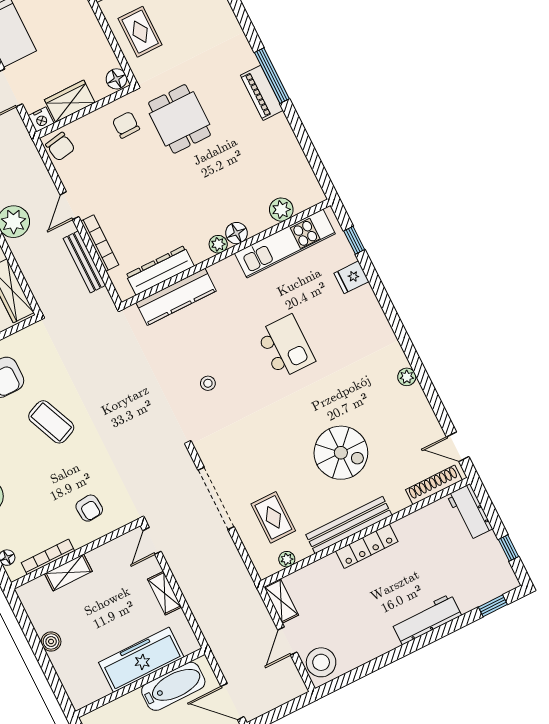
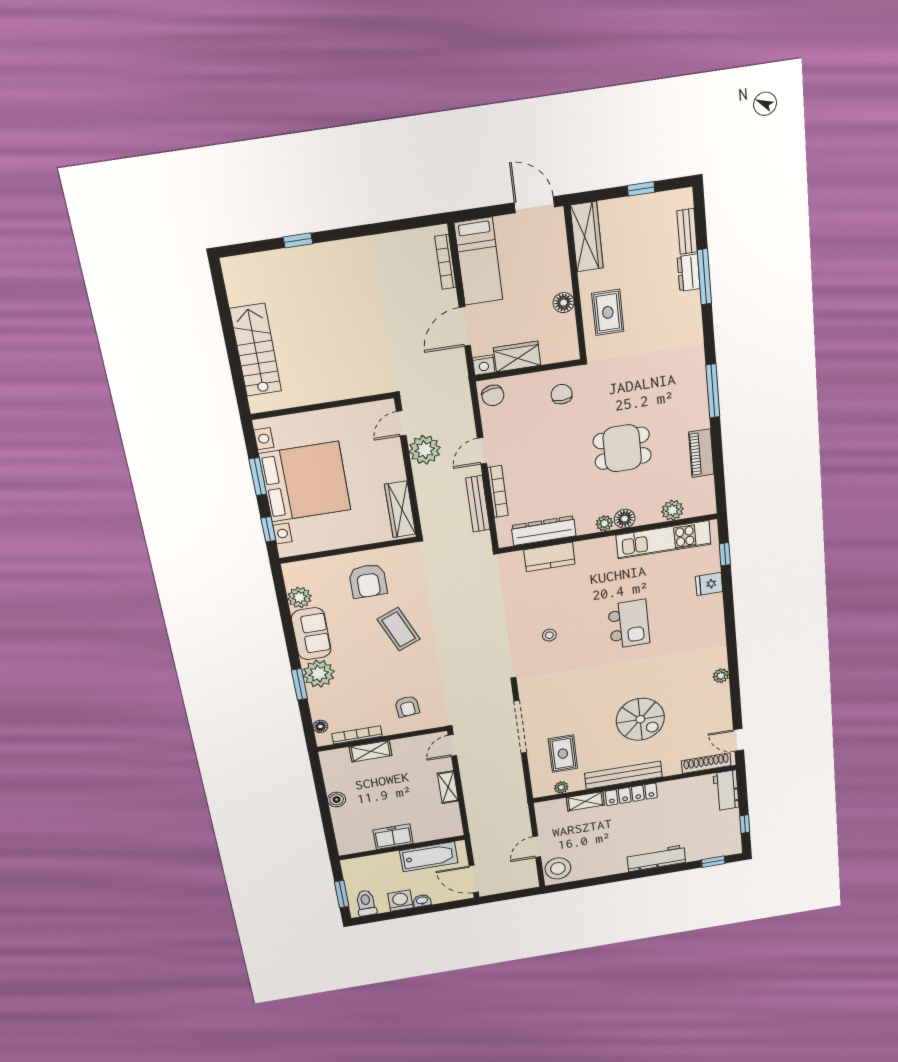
floor lamp: (116, 79) -> (564, 303), moved
piano: (262, 93) -> (701, 453), moved
dining table: (180, 119) -> (622, 448), moved, turned 90
kitchen counter: (176, 297) -> (549, 557), width x0.67
shelving: (281, 601) -> (585, 801), moved, turned 90
freezer: (141, 660) -> (393, 837), width x0.52, depth x0.79

